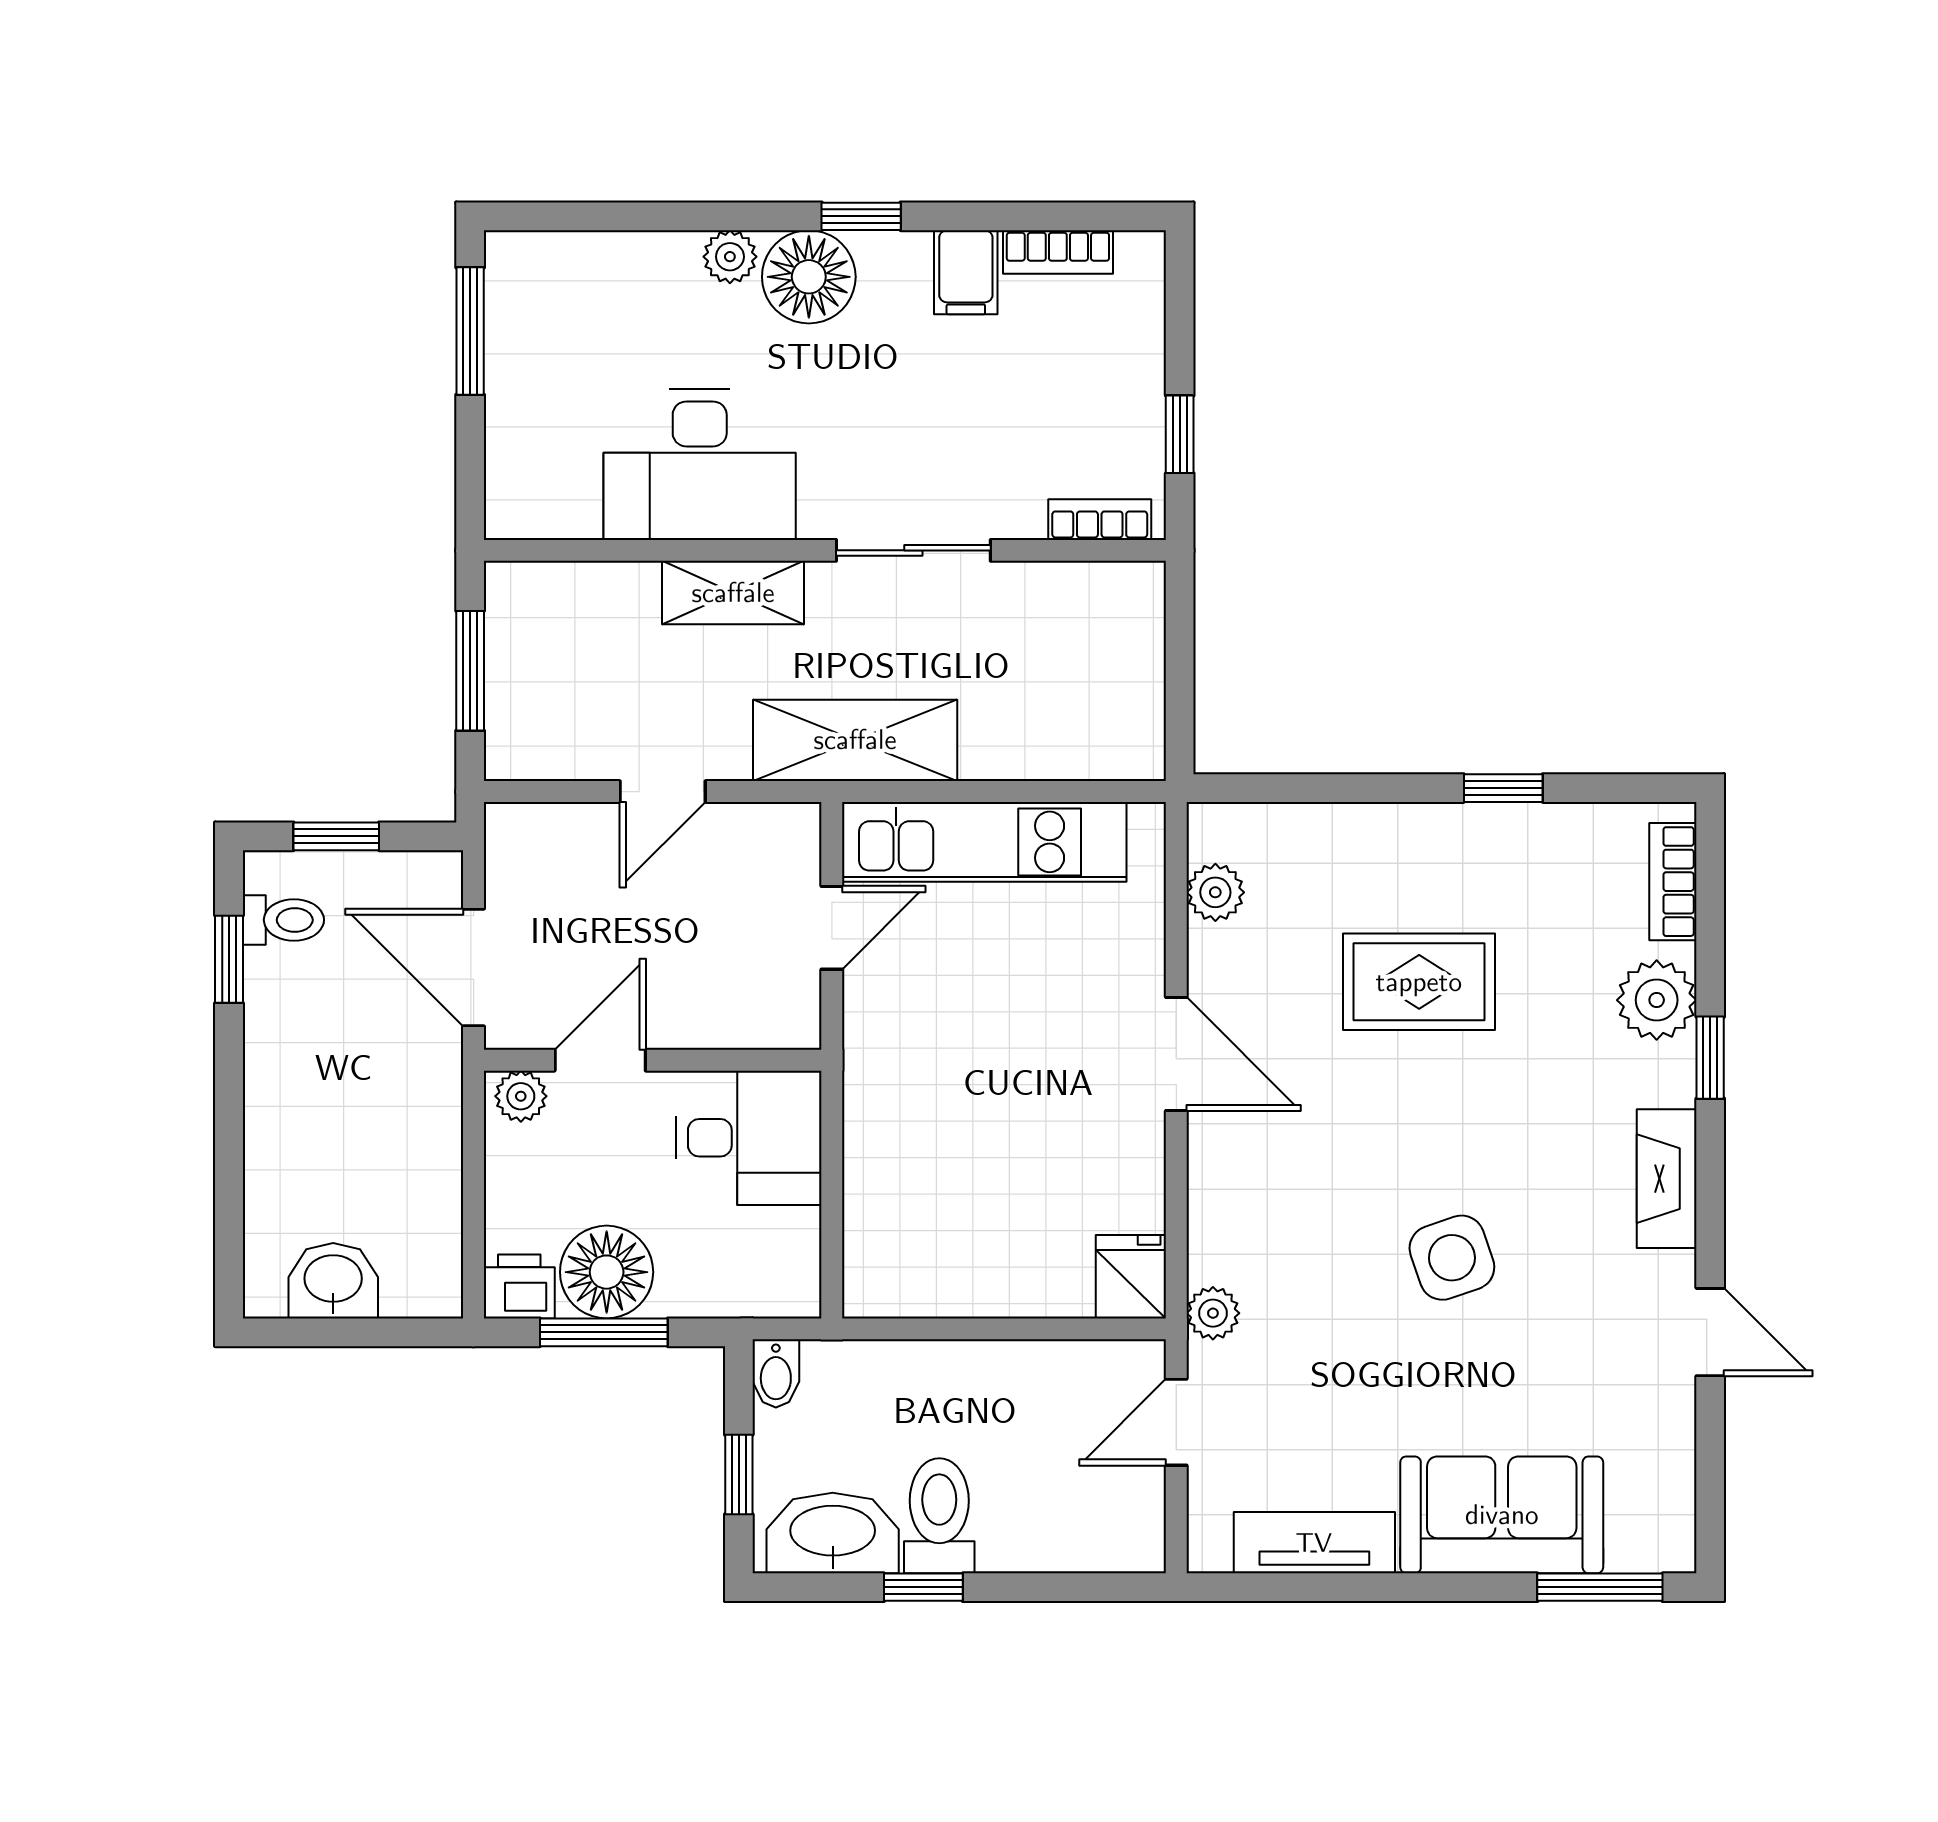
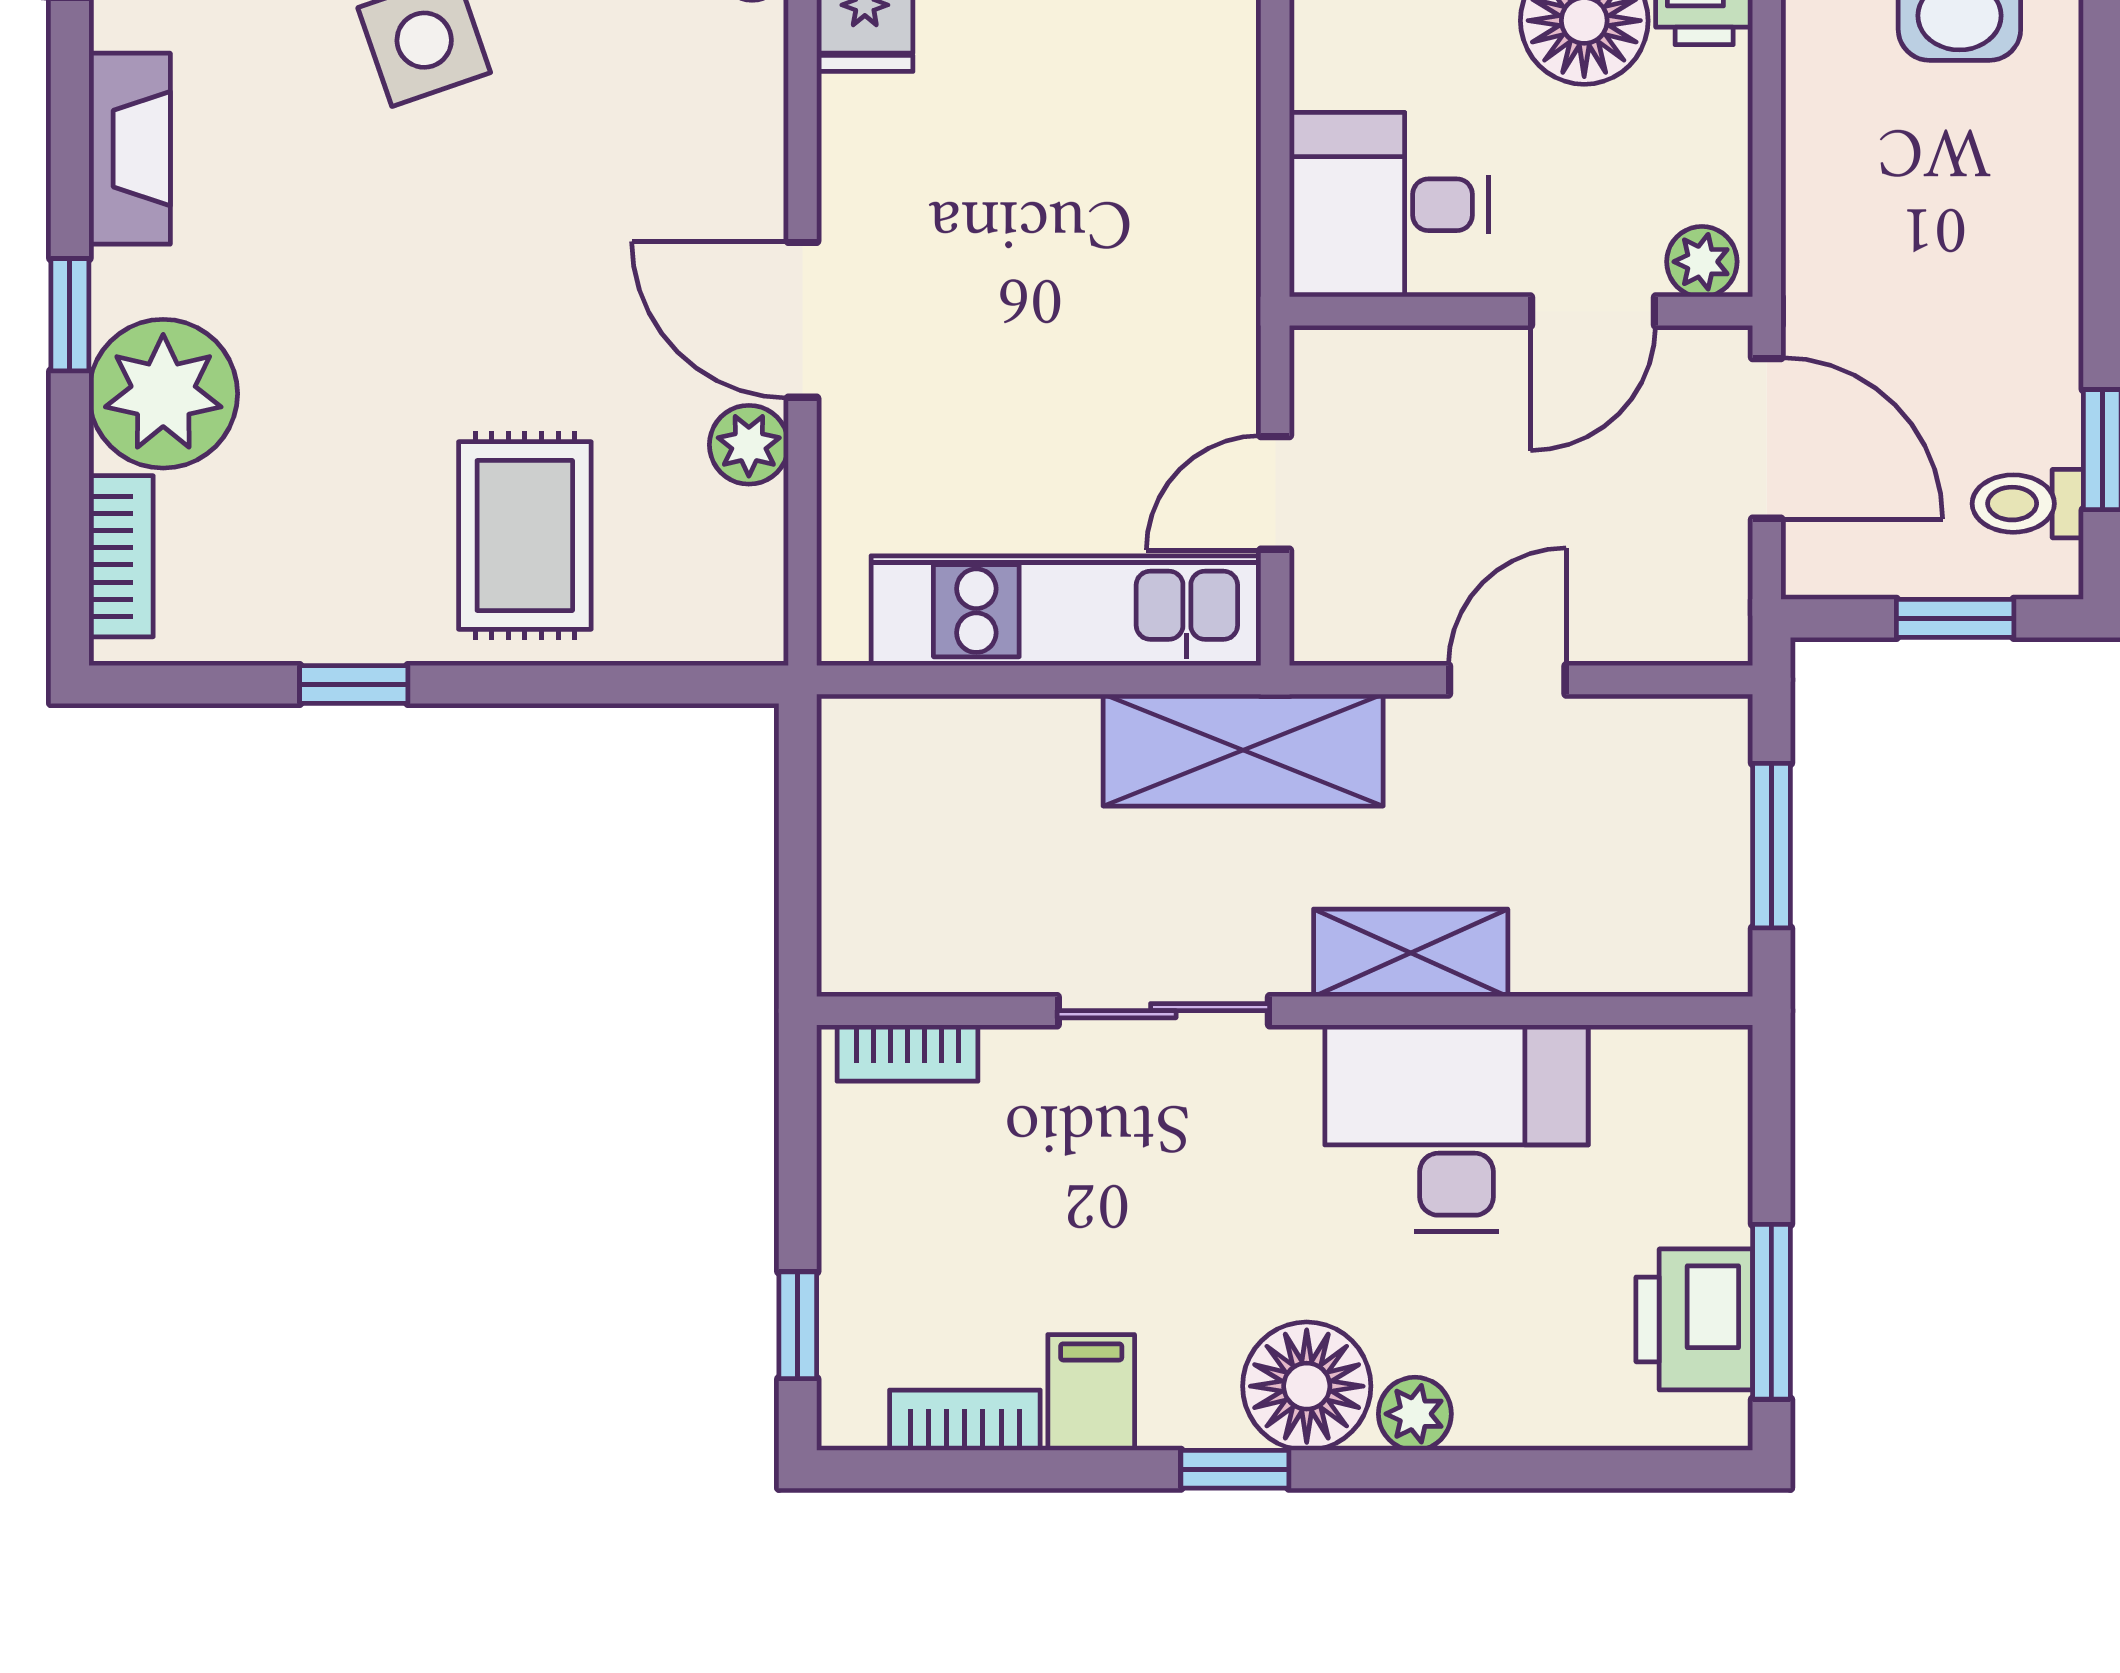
printer: (526, 325) -> (1694, 1319), added
window: (1180, 434) -> (798, 1325), moved
plant: (1215, 892) -> (749, 445), moved
rug: (1419, 982) -> (525, 535), moved, turned 90
plant: (1657, 1000) -> (163, 394), width x1.36, depth x1.36

